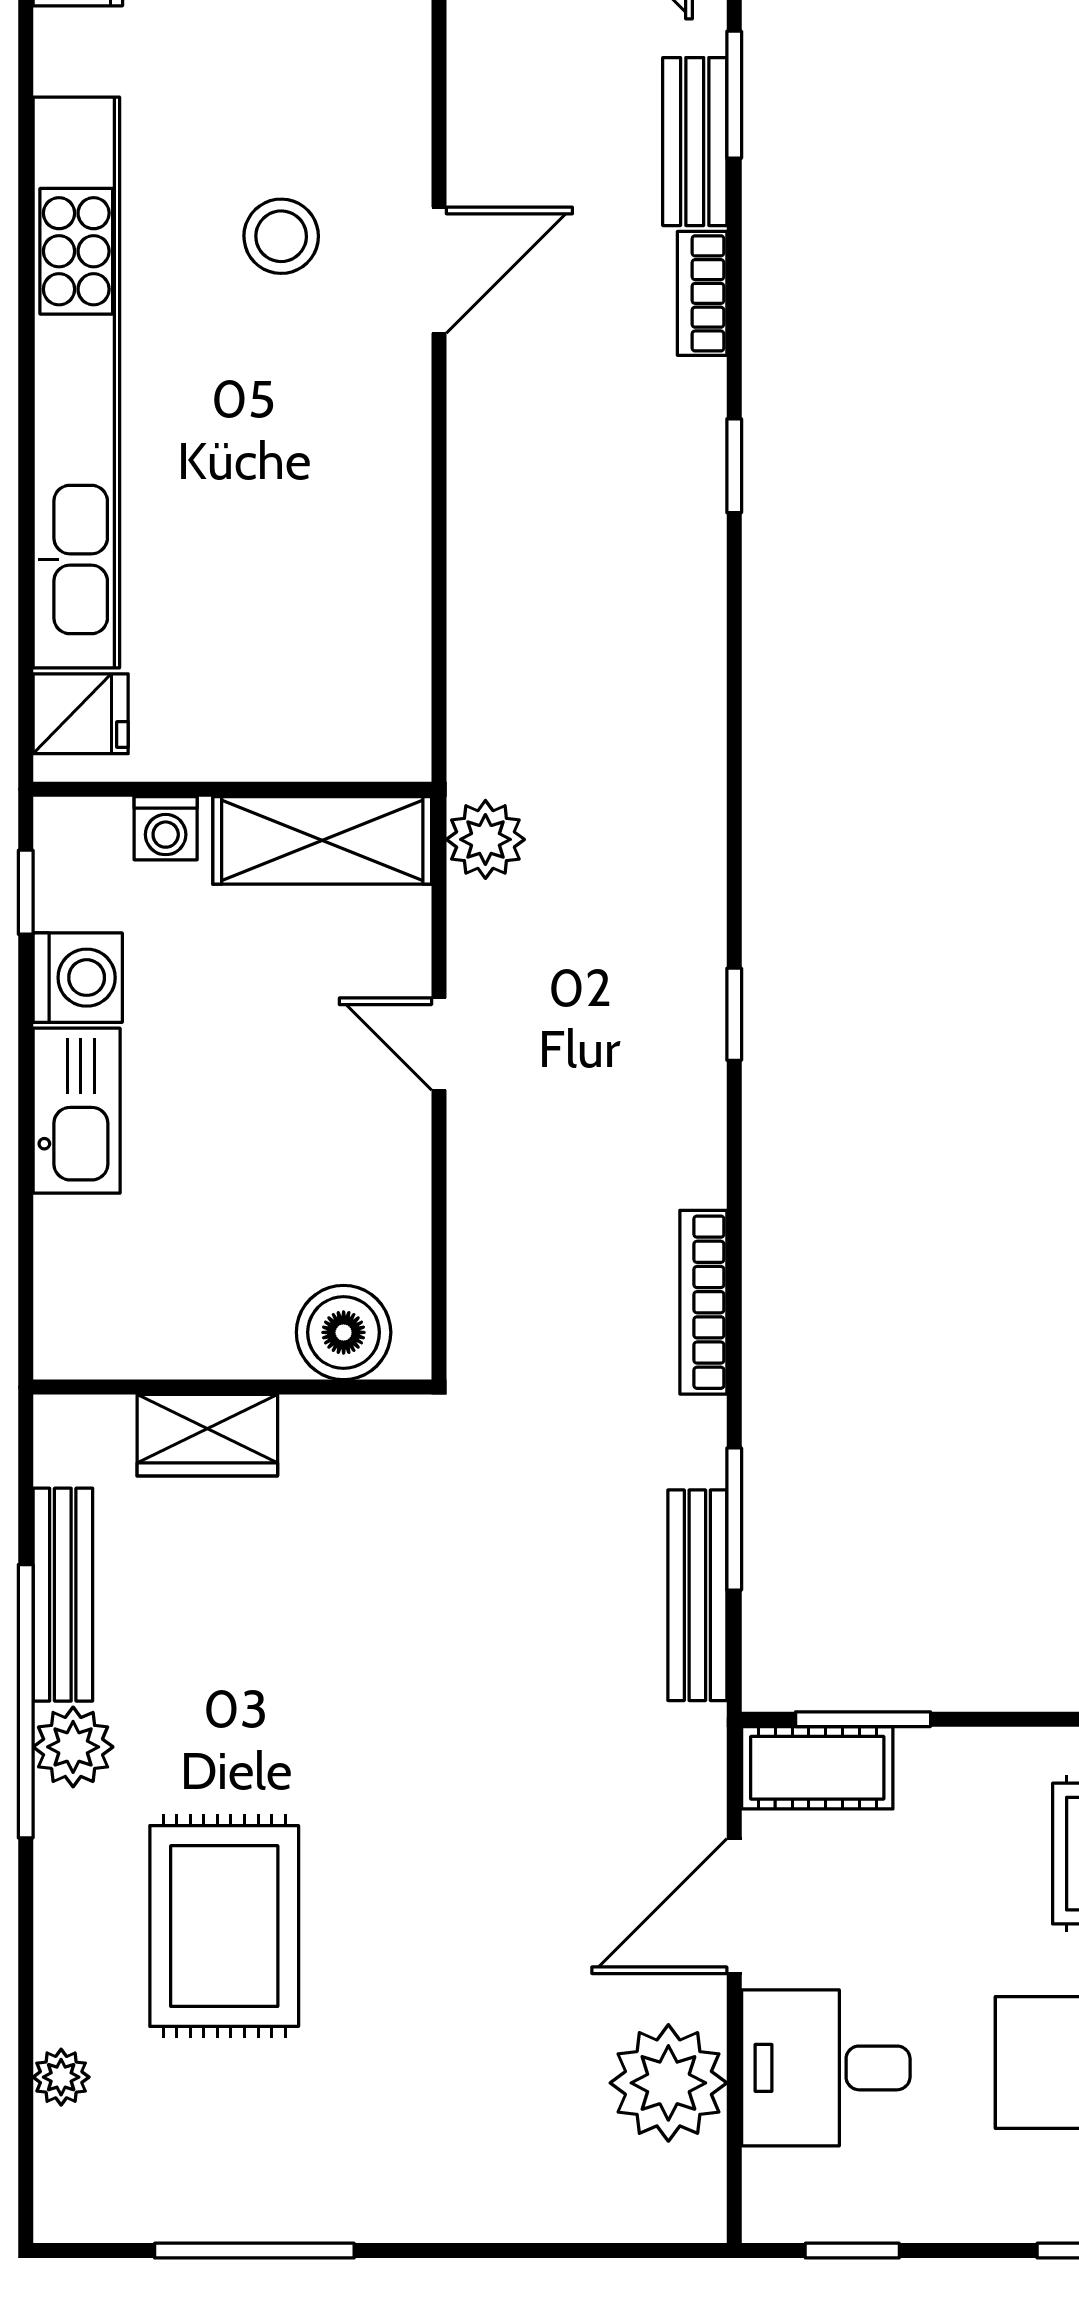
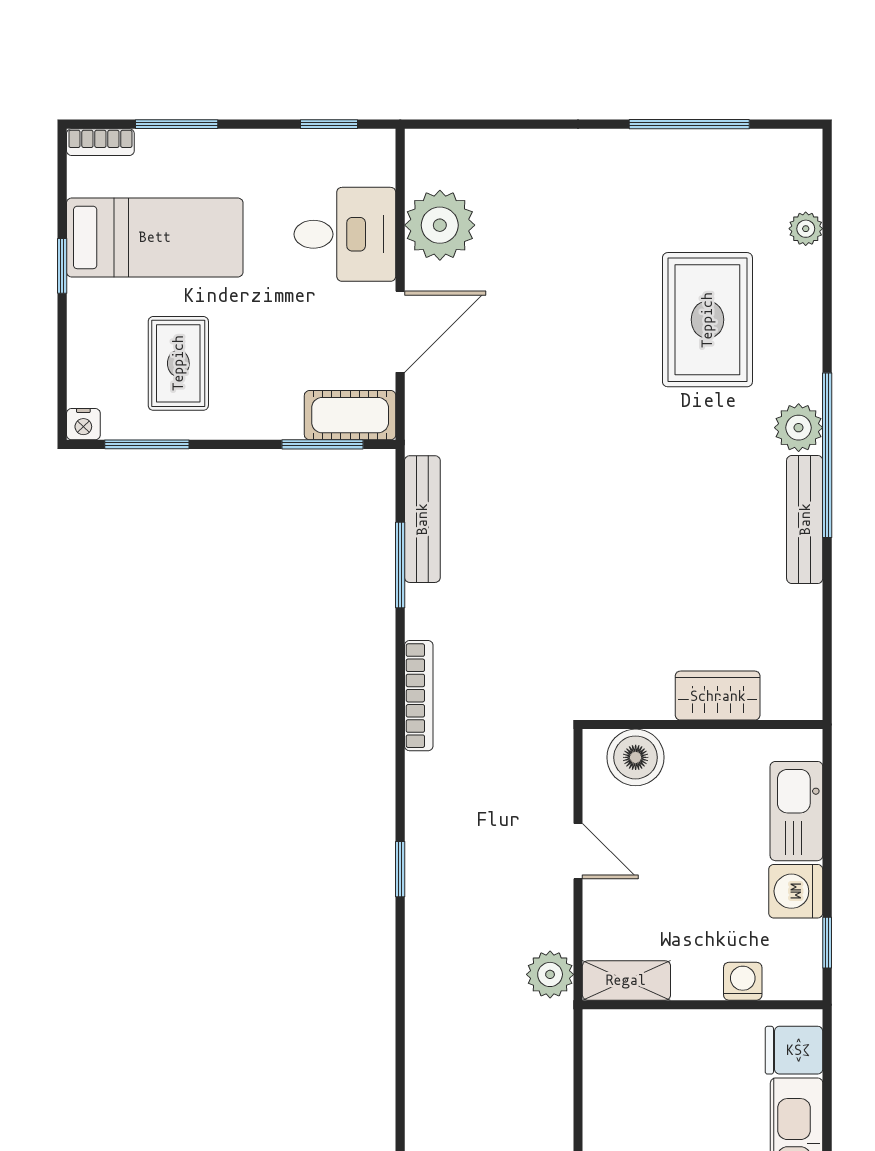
shelving: (322, 840) -> (626, 980), width x0.67, depth x0.75
boiler: (344, 1332) -> (636, 757), moved
wall: (232, 1387) -> (703, 725), moved
wardrobe: (207, 1435) -> (718, 696), moved

